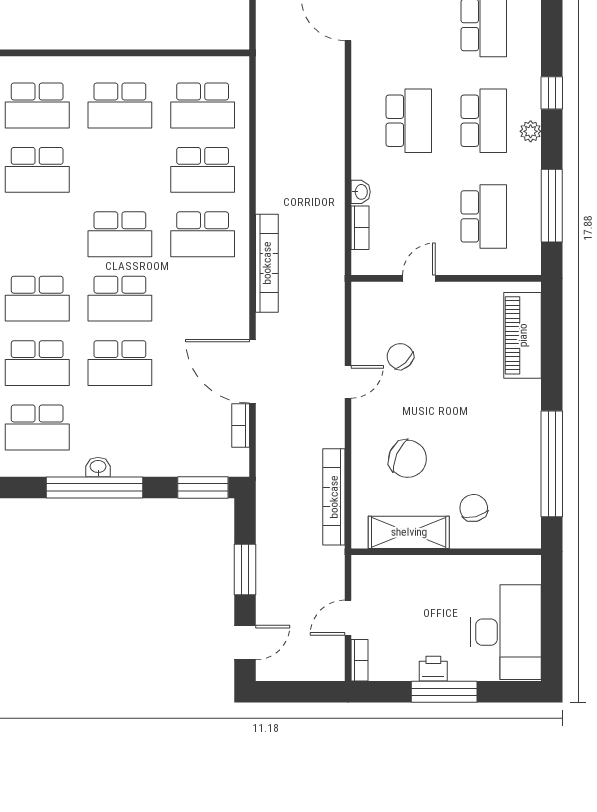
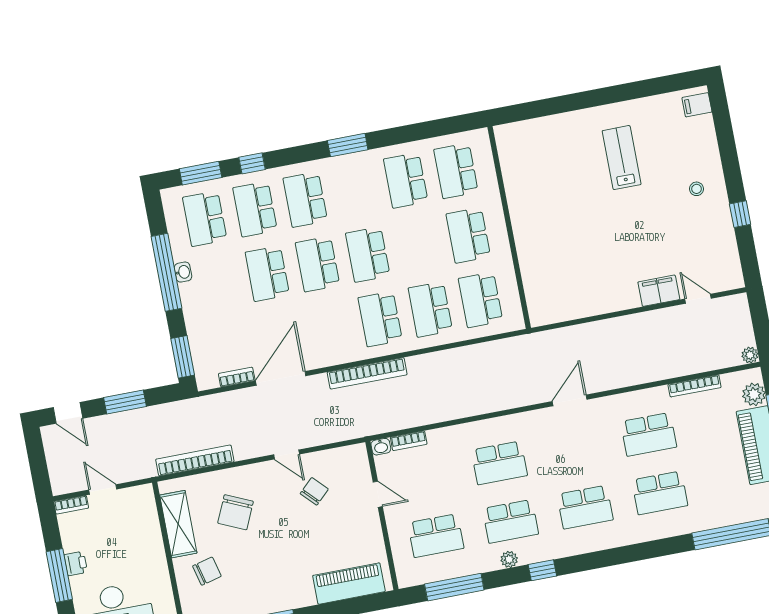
washbasin: (361, 192) -> (381, 447), moved

